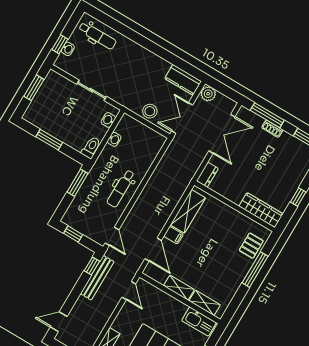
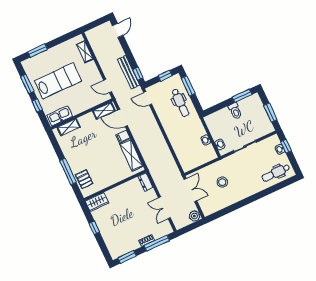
kitchen counter: (183, 80) -> (213, 207), removed
stool: (150, 111) -> (222, 182), moved
double door: (222, 134) -> (164, 208), width x0.73
window: (49, 140) -> (242, 96), moved
toilet: (91, 147) -> (235, 111), moved
window: (77, 183) -> (188, 86), moved
dental chair: (121, 189) -> (180, 103), moved, turned 180
wardrobe: (261, 210) -> (97, 202), width x0.67
shelving: (179, 288) -> (104, 111), moved

